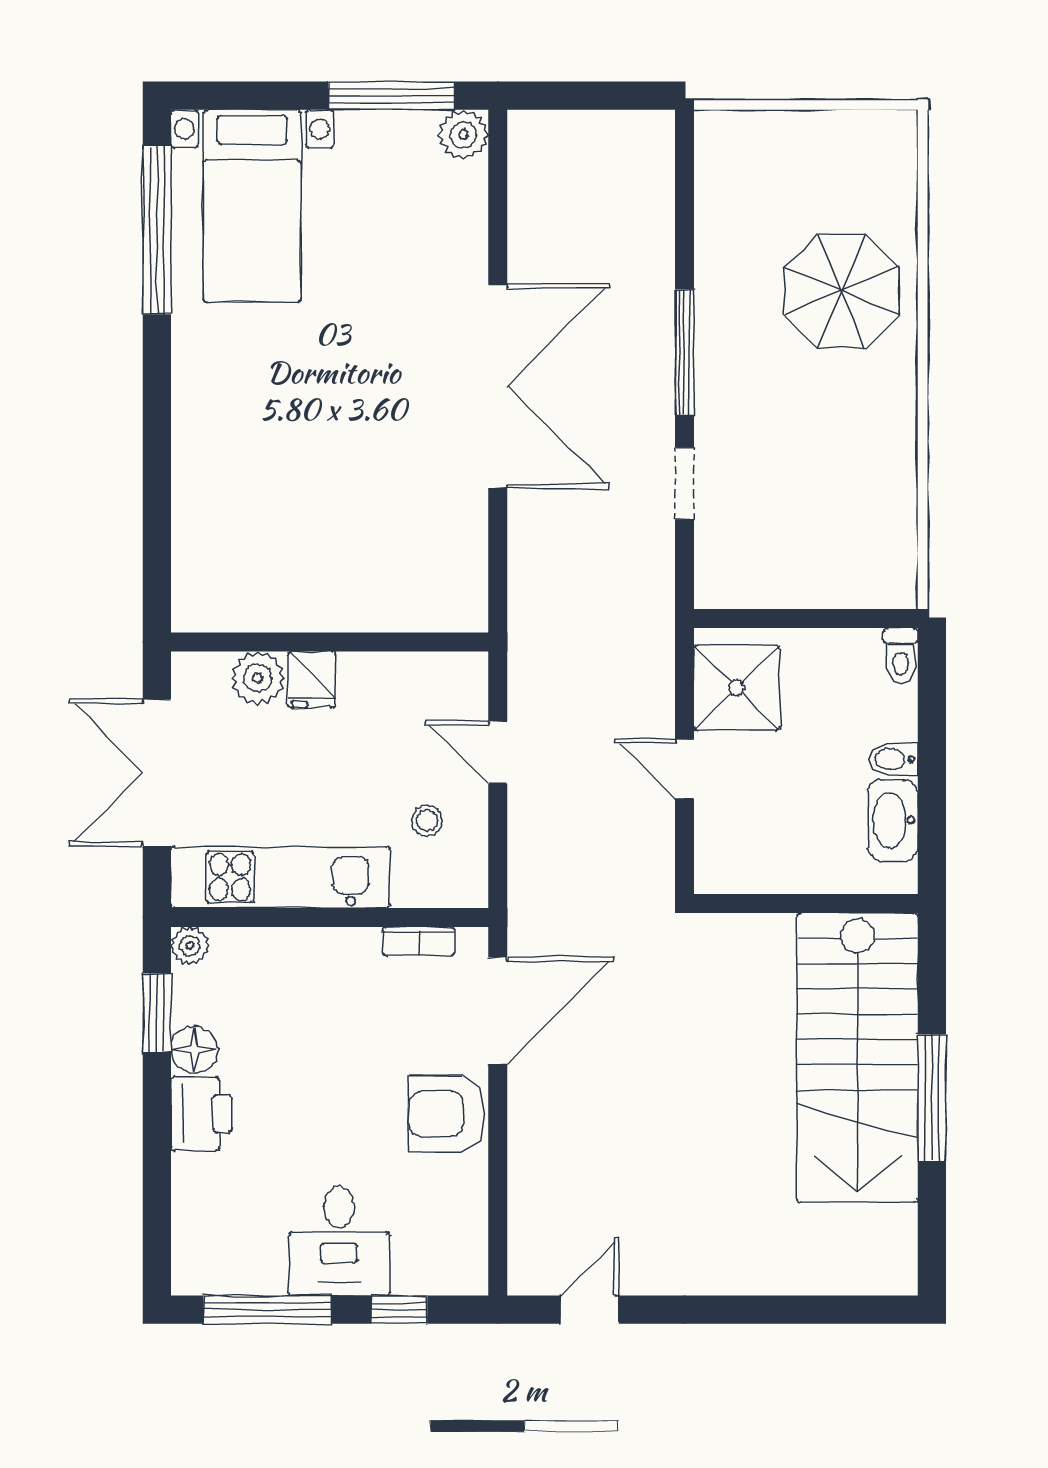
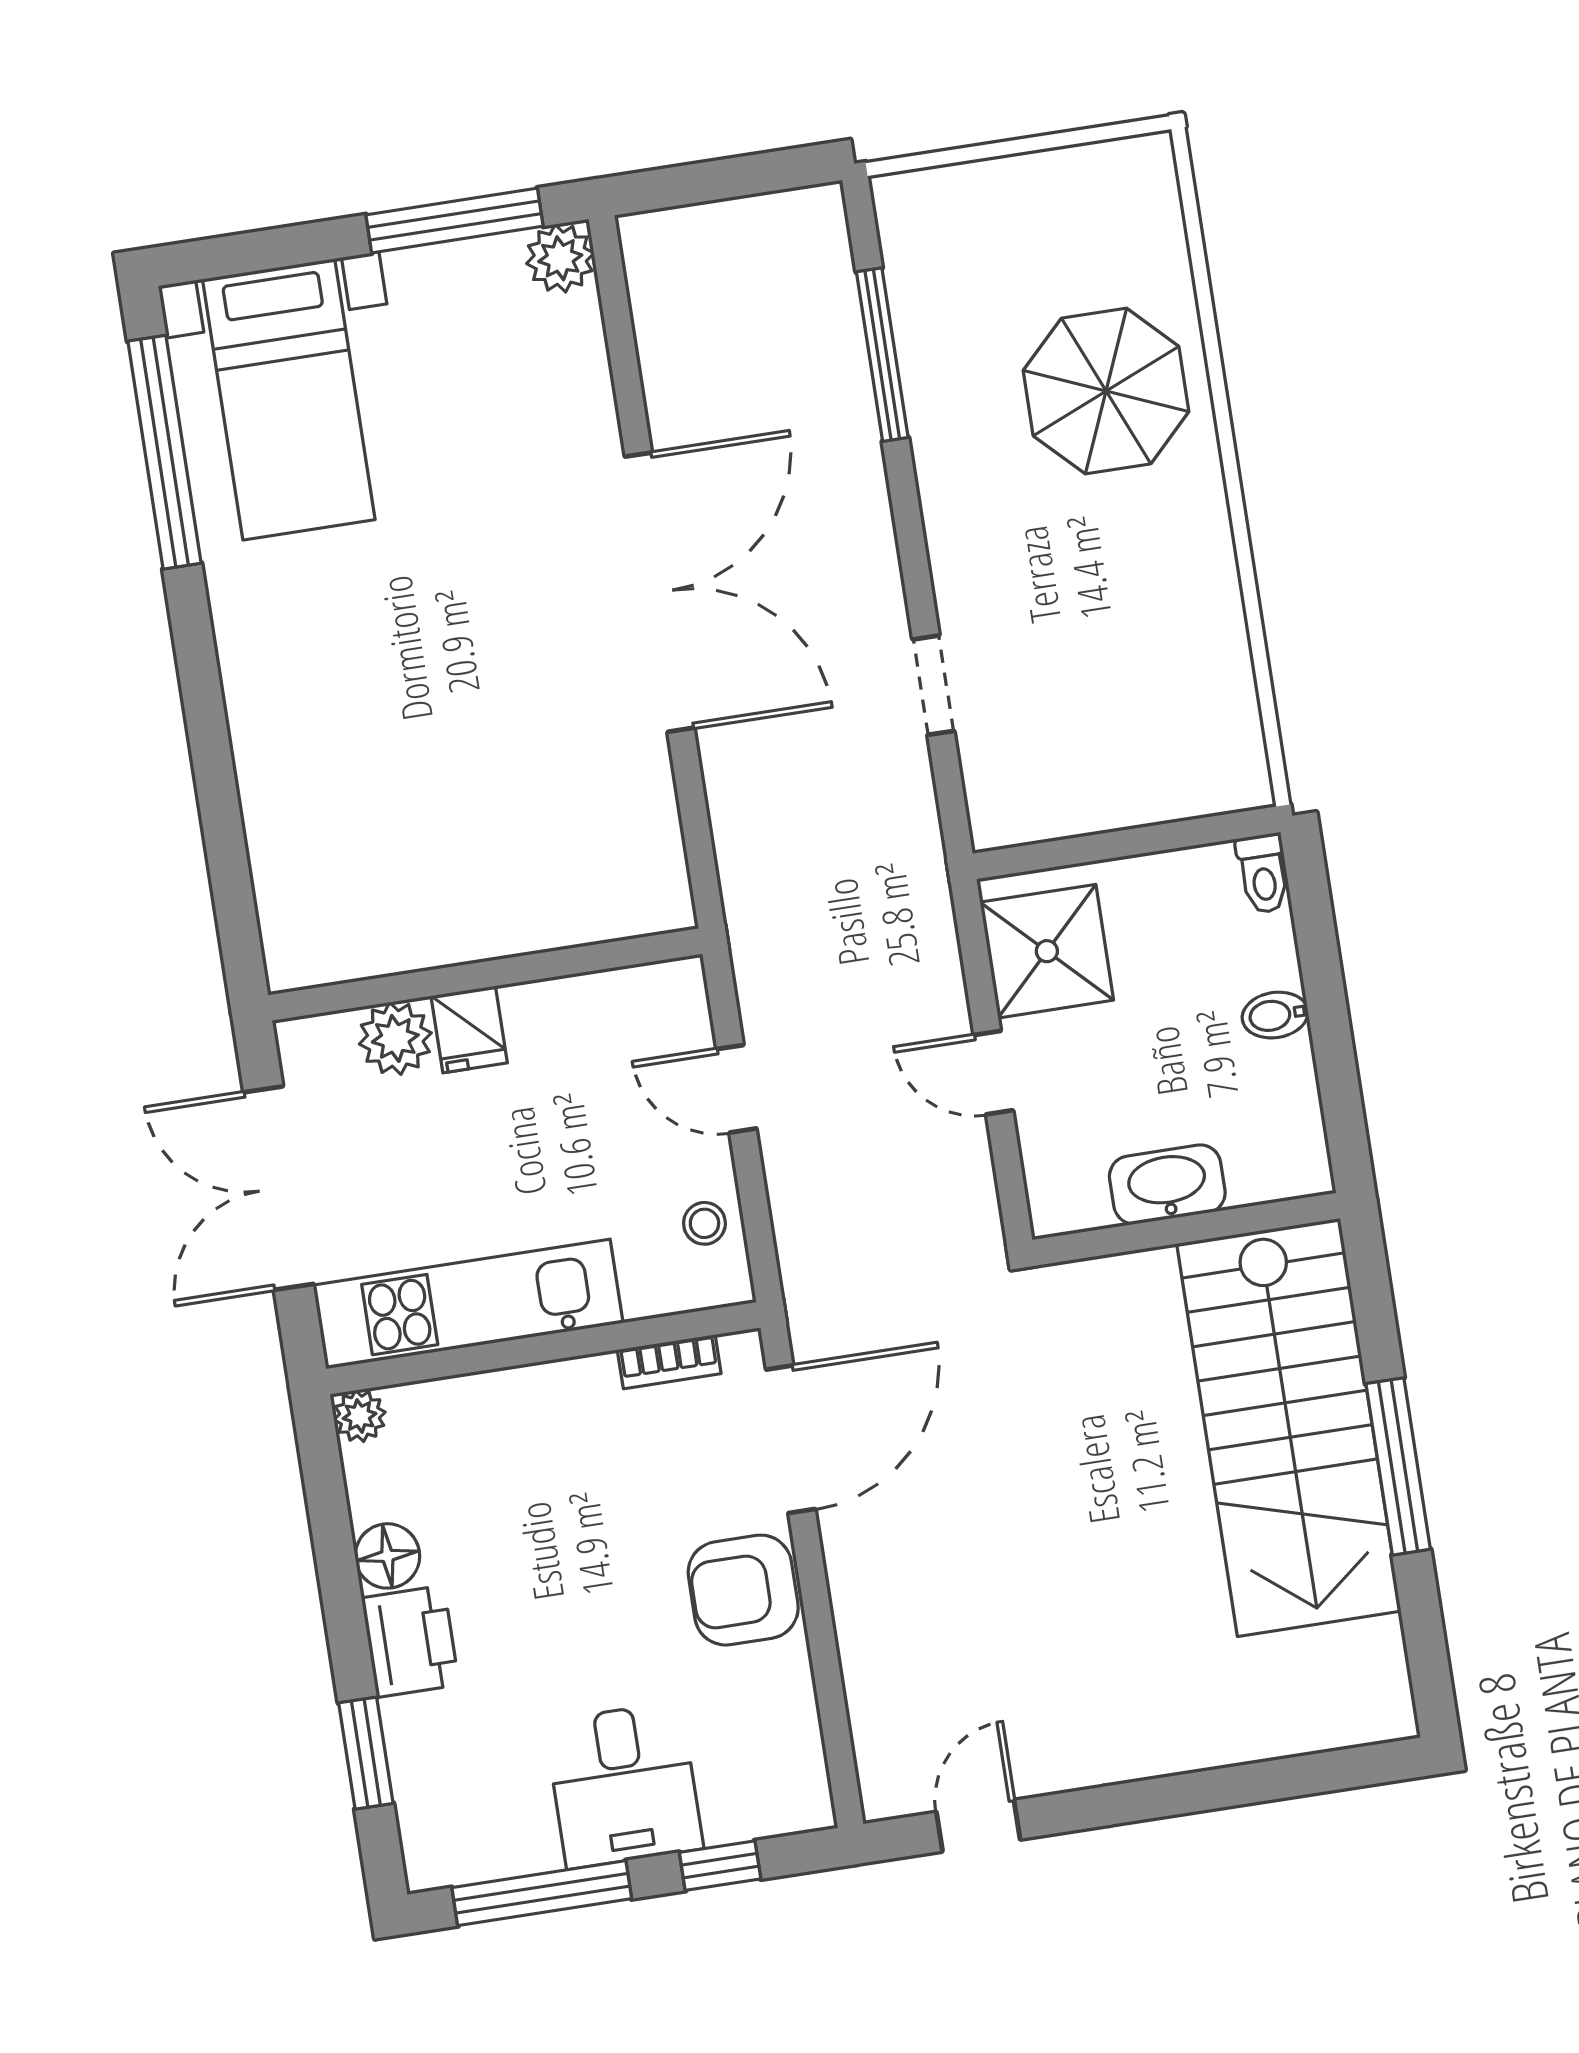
window: (684, 352) -> (882, 355), moved
stool: (427, 820) -> (704, 1223), moved
washbasin: (893, 820) -> (1167, 1184), moved, turned 90
window: (157, 1013) -> (366, 1753), moved

